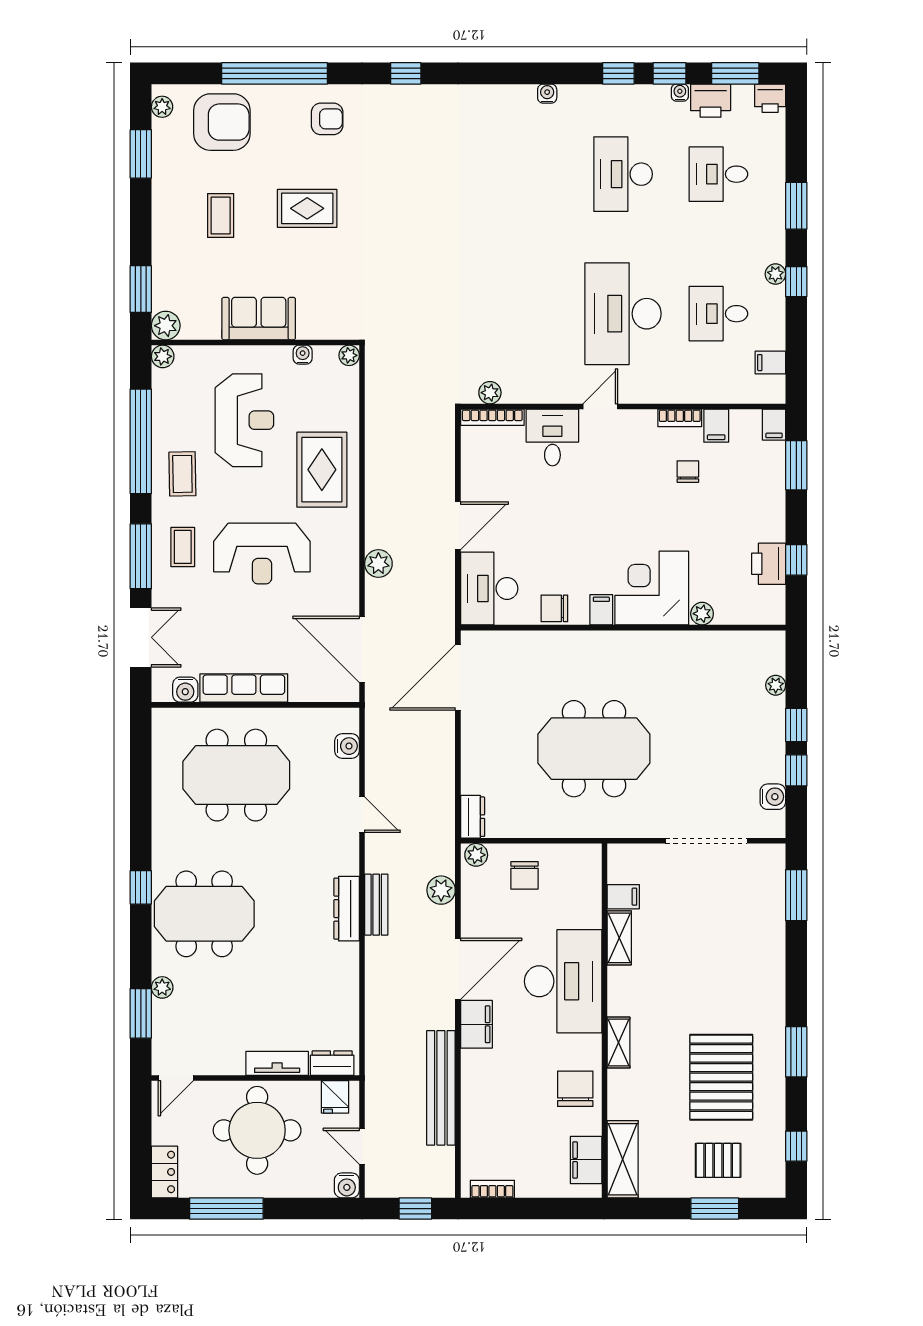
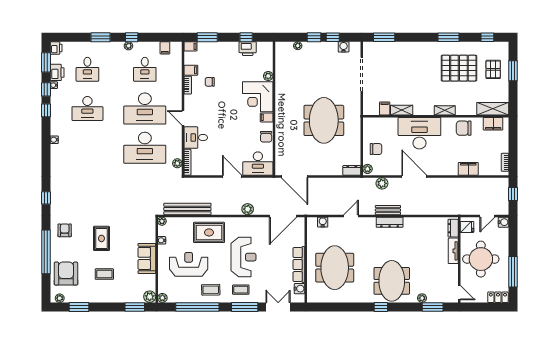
desk: (528, 314) -> (145, 148), added
filing cabinet: (476, 1024) -> (468, 169), moved
bench: (441, 1088) -> (187, 209), moved

